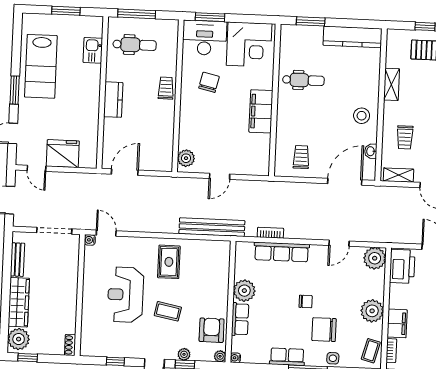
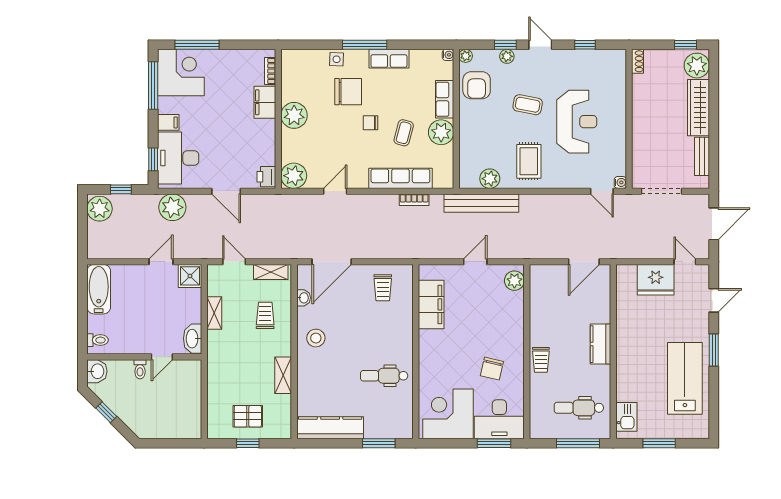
kitchen sink: (93, 50) -> (626, 417), moved
filing cabinet: (261, 111) -> (431, 304), moved
plant: (204, 248) -> (490, 179), added
printer: (402, 266) -> (266, 177), width x0.53, depth x0.68
coffee table: (371, 351) -> (404, 133), moved

